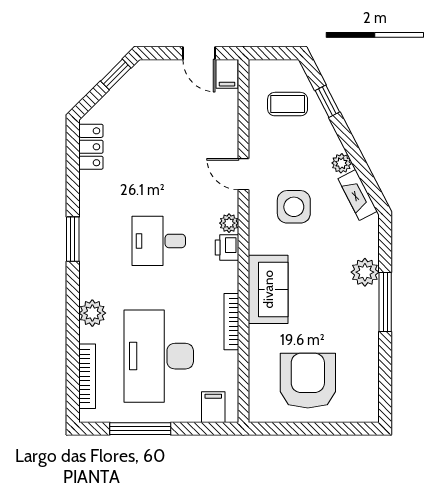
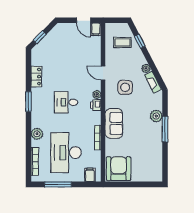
window: (116, 74) -> (40, 37), moved
locker: (91, 147) -> (36, 77), moved
armchair: (308, 381) -> (119, 169), moved

